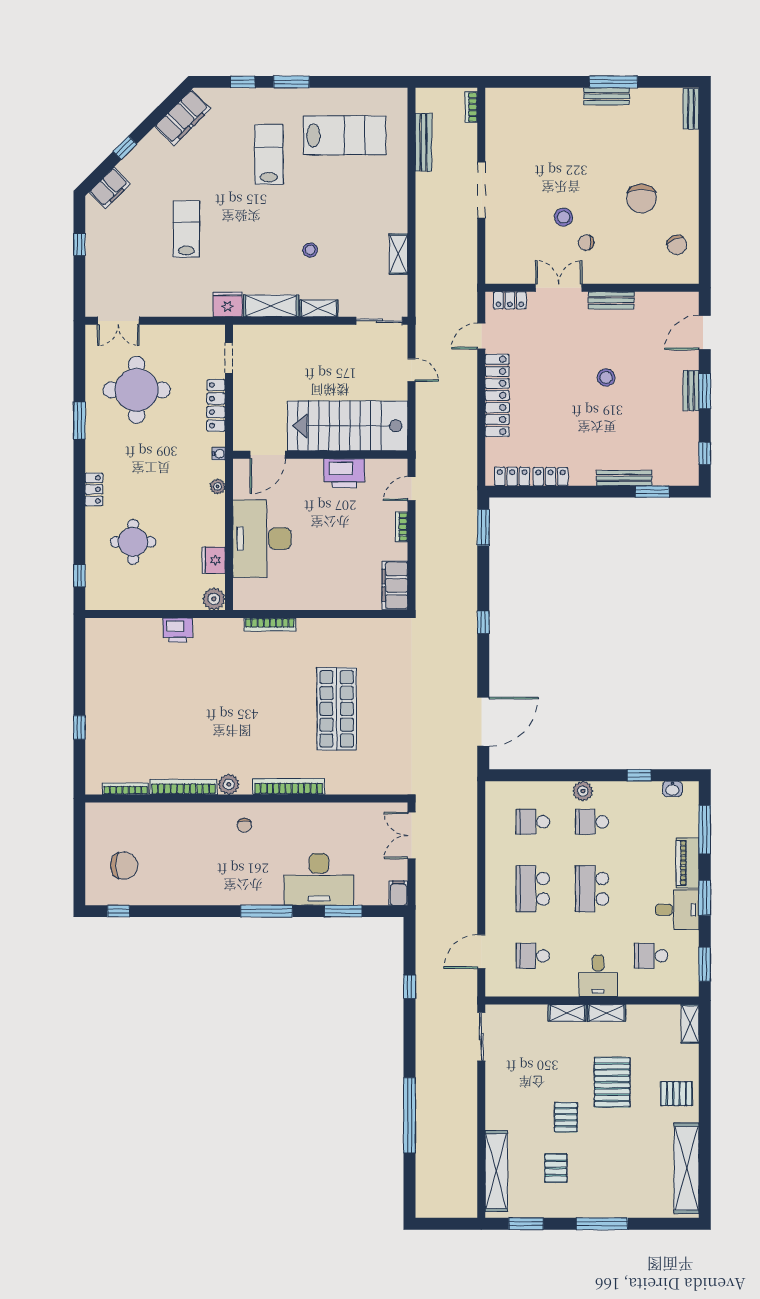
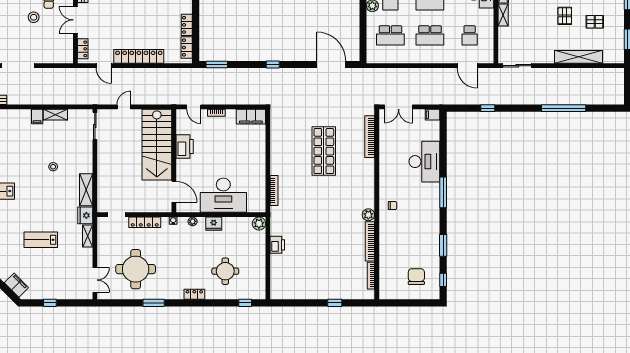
filing cabinet: (395, 223) -> (37, 117), added
shelving: (319, 308) -> (88, 236), moved
fridge: (214, 560) -> (214, 224), moved
shop shelf: (337, 709) -> (324, 151), turned 90
bookcase: (289, 787) -> (370, 137), moved
school desk: (533, 822) -> (390, 35), width x1.85
window: (343, 911) -> (443, 245), moved
pallet: (566, 1117) -> (565, 16), turned 90
shelving: (496, 1171) -> (578, 57), moved

